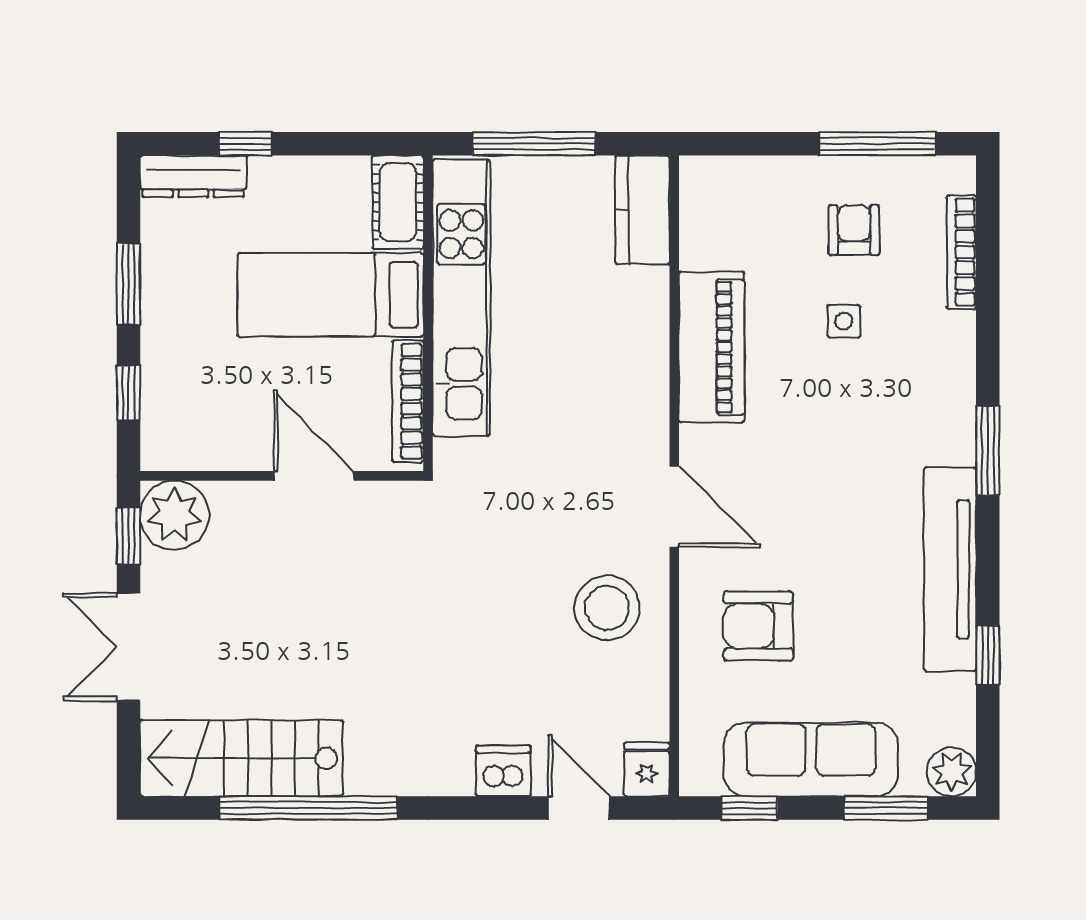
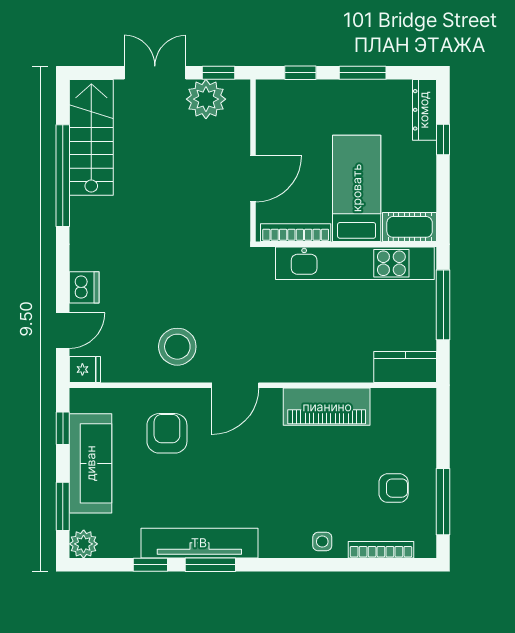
side table: (844, 321) -> (322, 542), moved
window: (988, 451) -> (210, 565), moved
plant: (175, 515) -> (206, 99), moved

